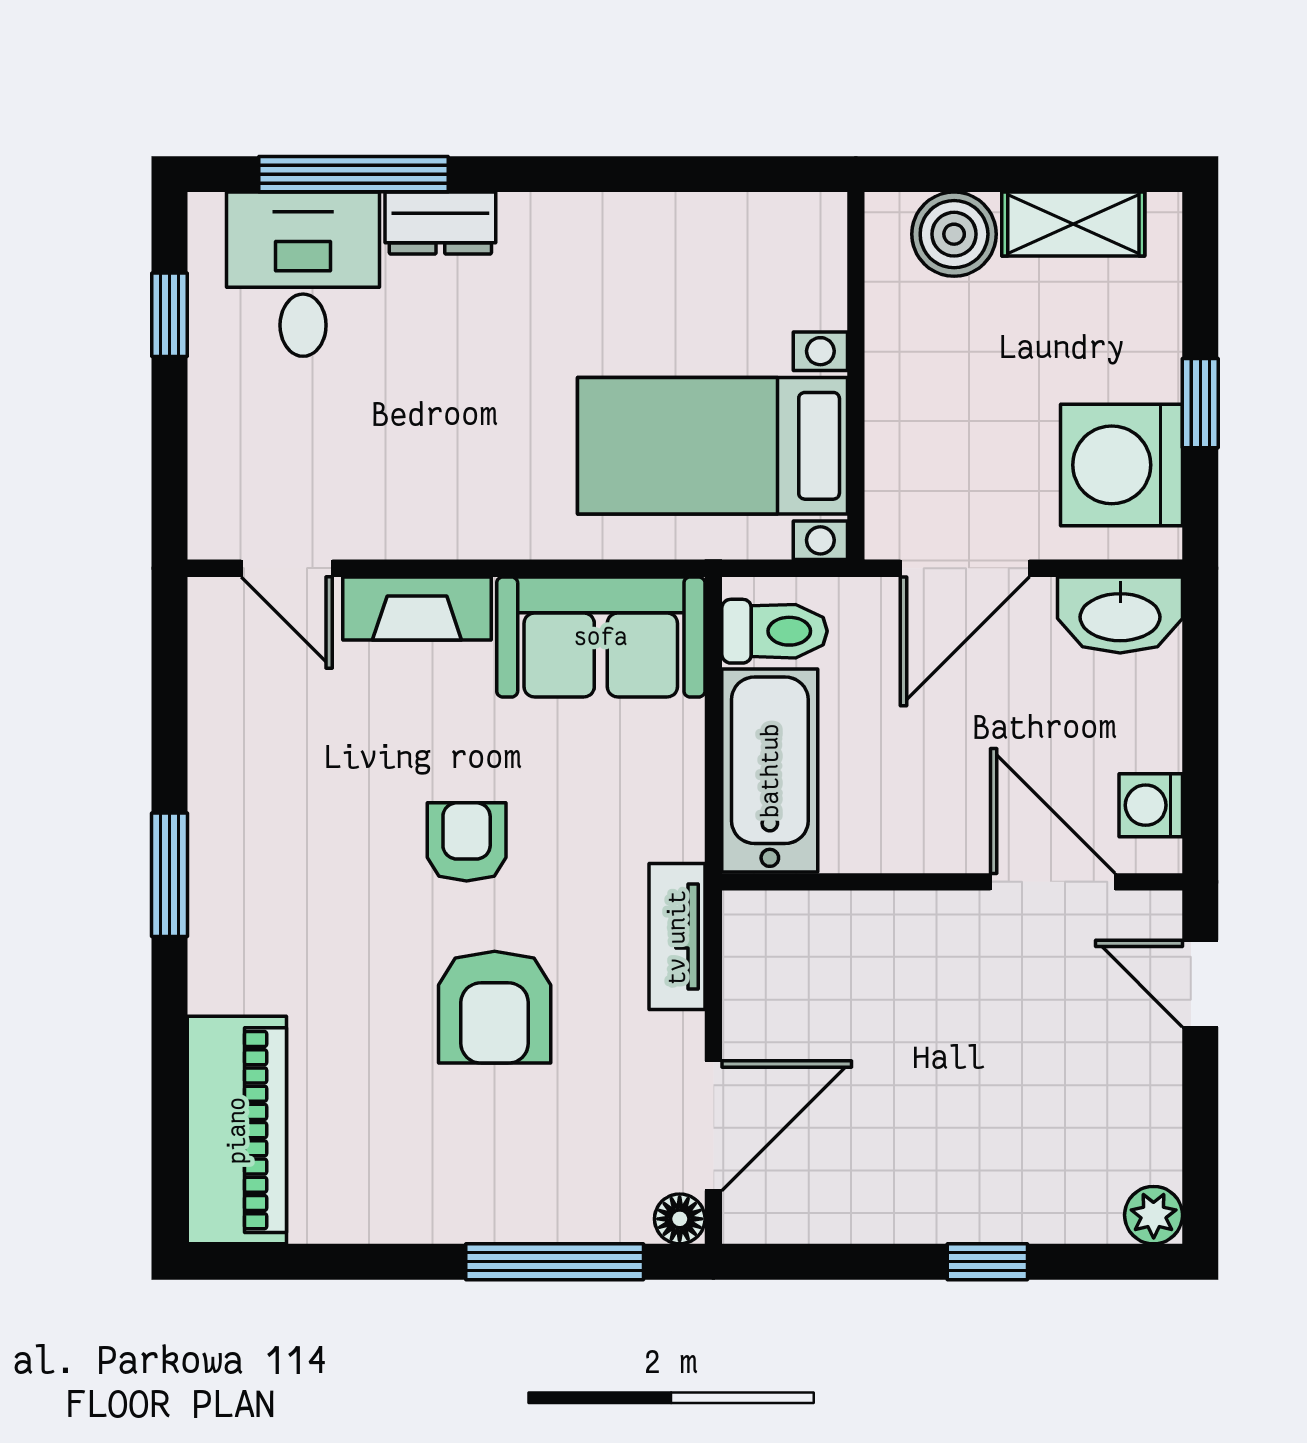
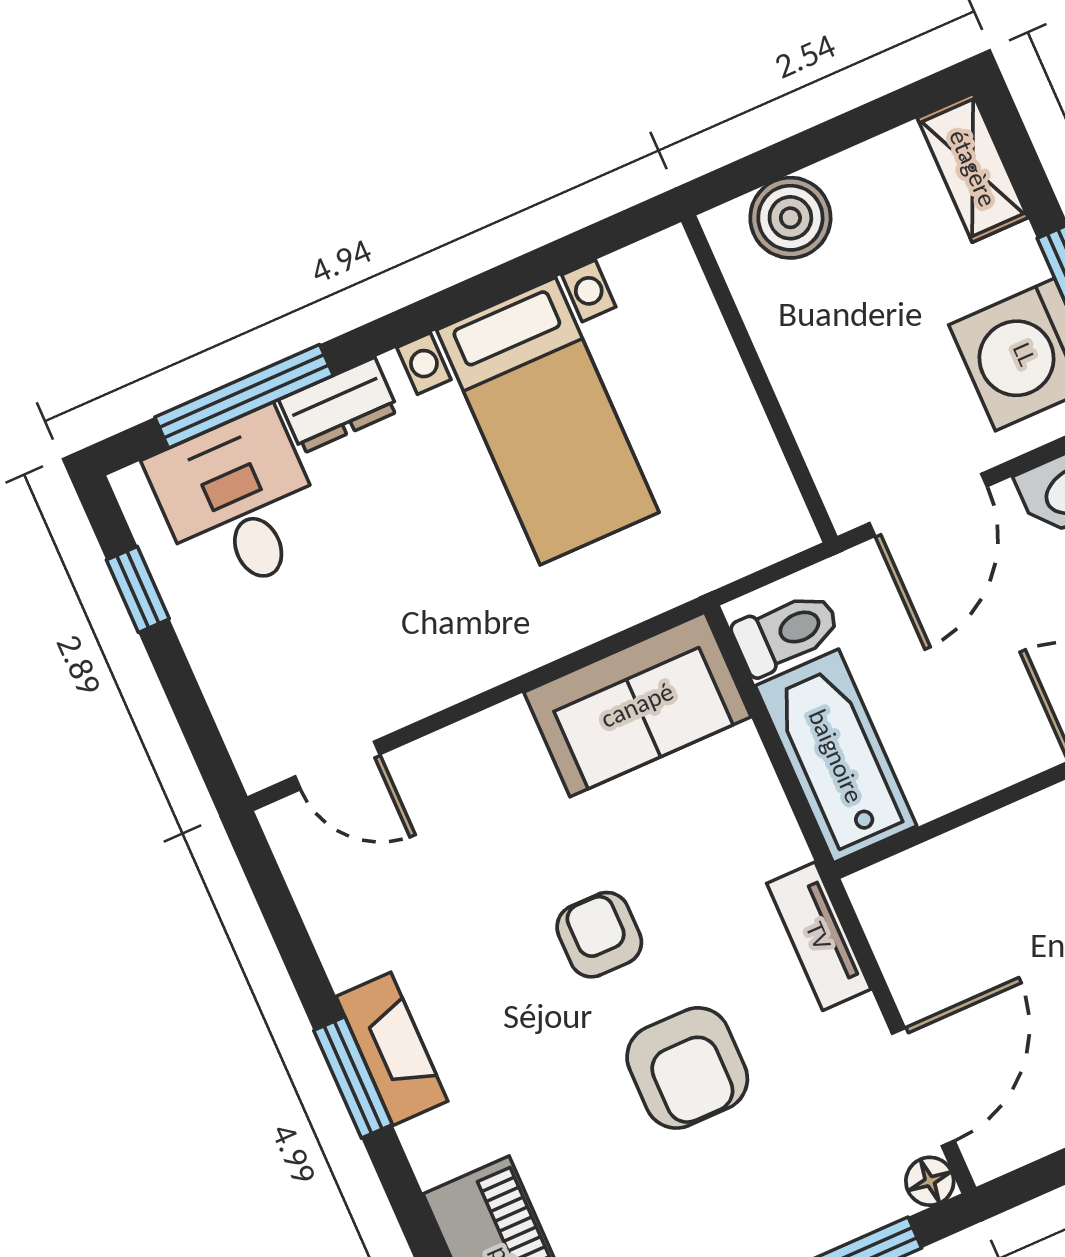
shelving: (1073, 224) -> (973, 168), moved, turned 90
bed with nightstands: (713, 446) -> (548, 421), moved, turned -90
fireplace: (417, 608) -> (392, 1049), moved, turned -90

